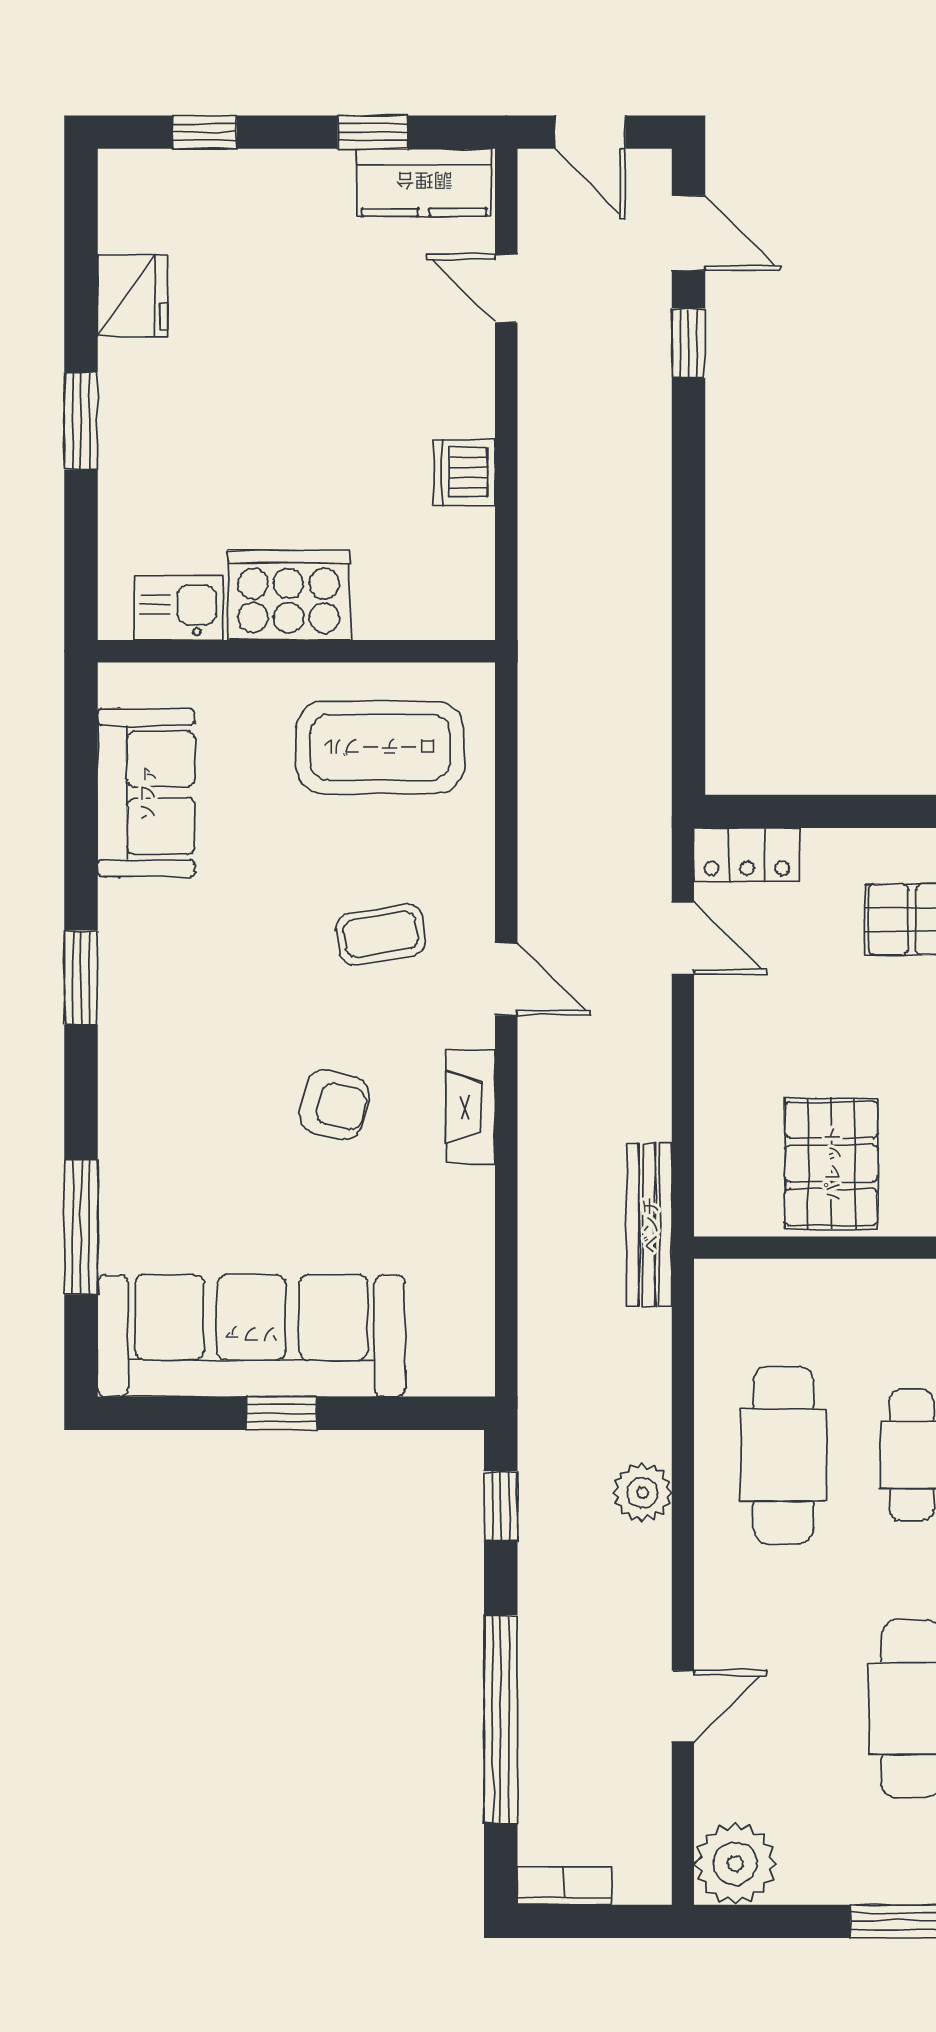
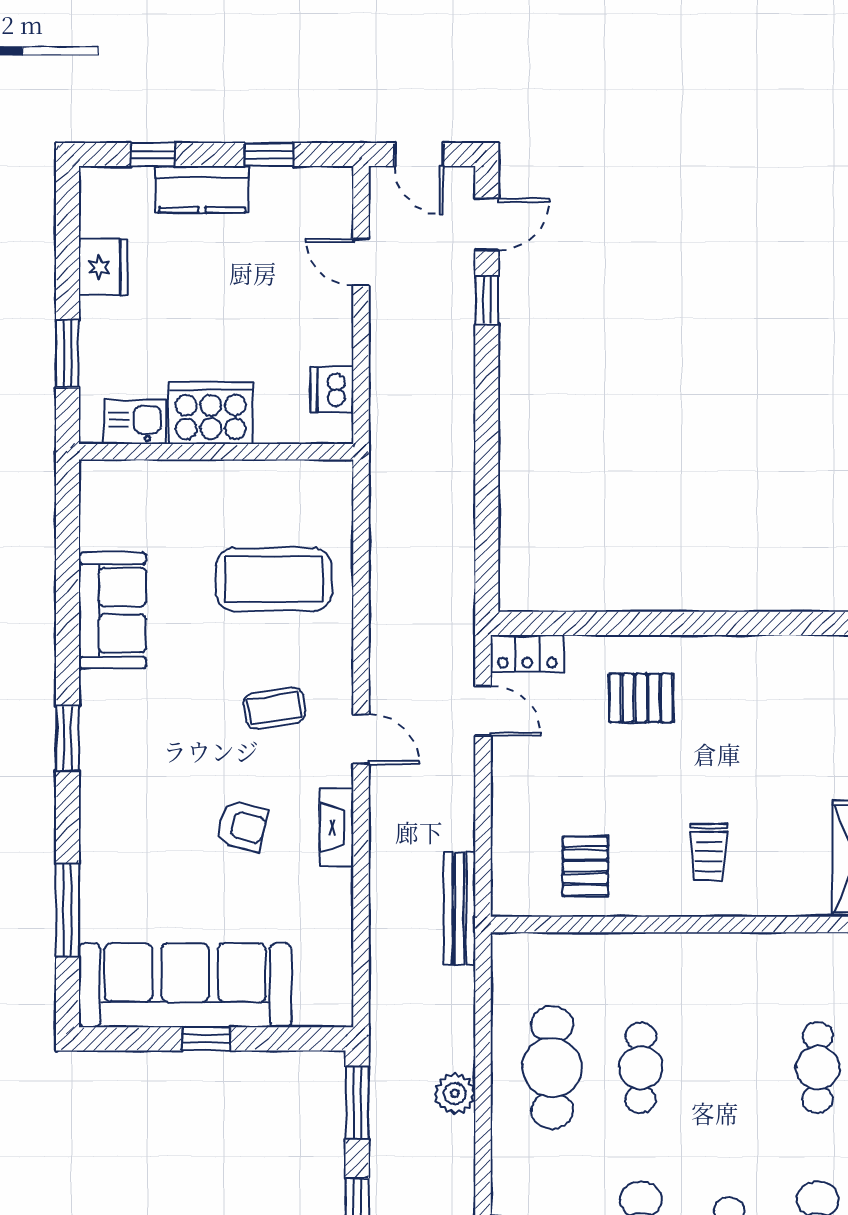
kitchen counter: (424, 182) -> (202, 189), moved
door: (688, 233) -> (487, 224), hinge flipped
cooker: (289, 595) -> (211, 413), moved
kitchen sink: (179, 608) -> (135, 422), moved
wall: (296, 651) -> (216, 452), moved
pallet: (831, 1163) -> (585, 866), width x0.67, depth x0.71
window: (501, 1506) -> (357, 1103), width x1.50

